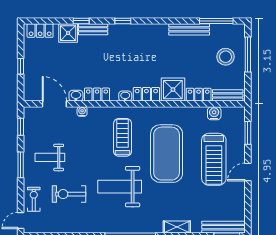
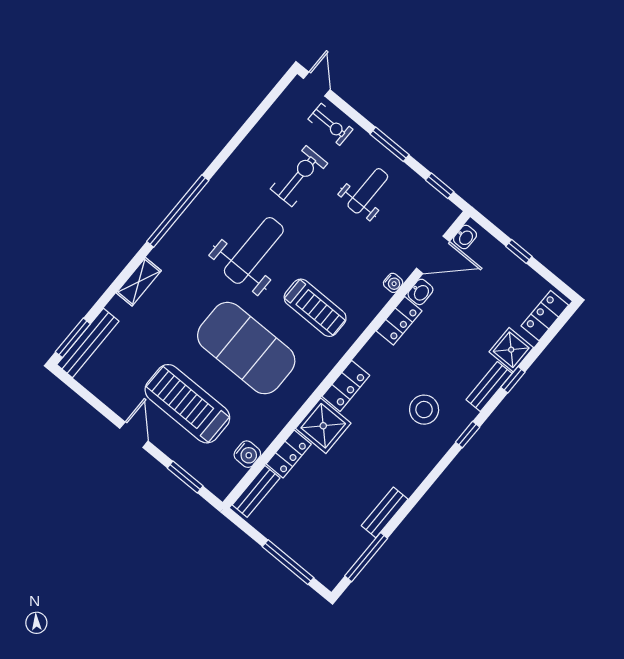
bench: (189, 29) -> (385, 512), width x0.73
stool: (226, 57) -> (424, 410), moved
washbasin: (125, 96) -> (465, 237), moved

